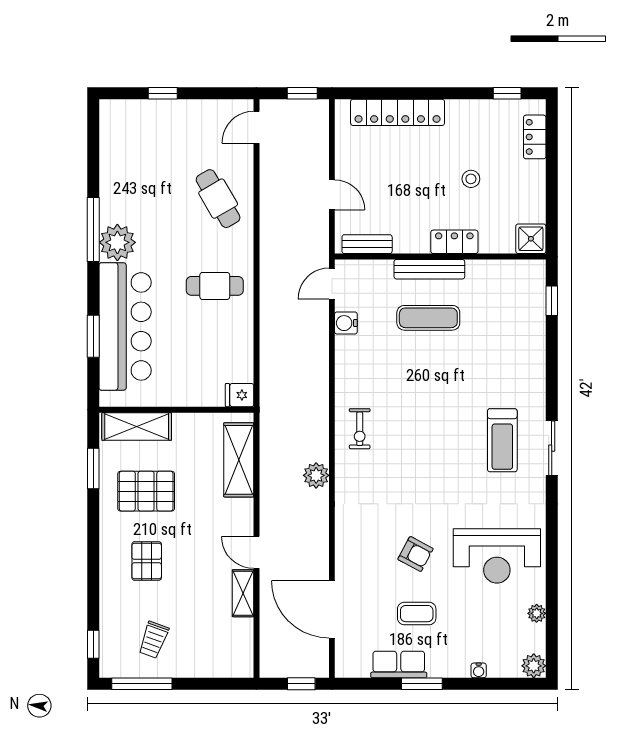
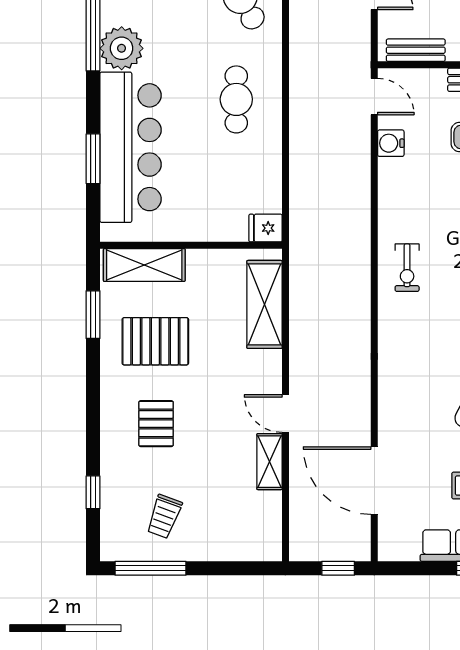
door: (332, 284) -> (374, 97), swing flipped
cafe table: (215, 286) -> (236, 99), turned 90
plant: (316, 475) -> (356, 323), removed
window: (93, 644) -> (93, 492), moved

